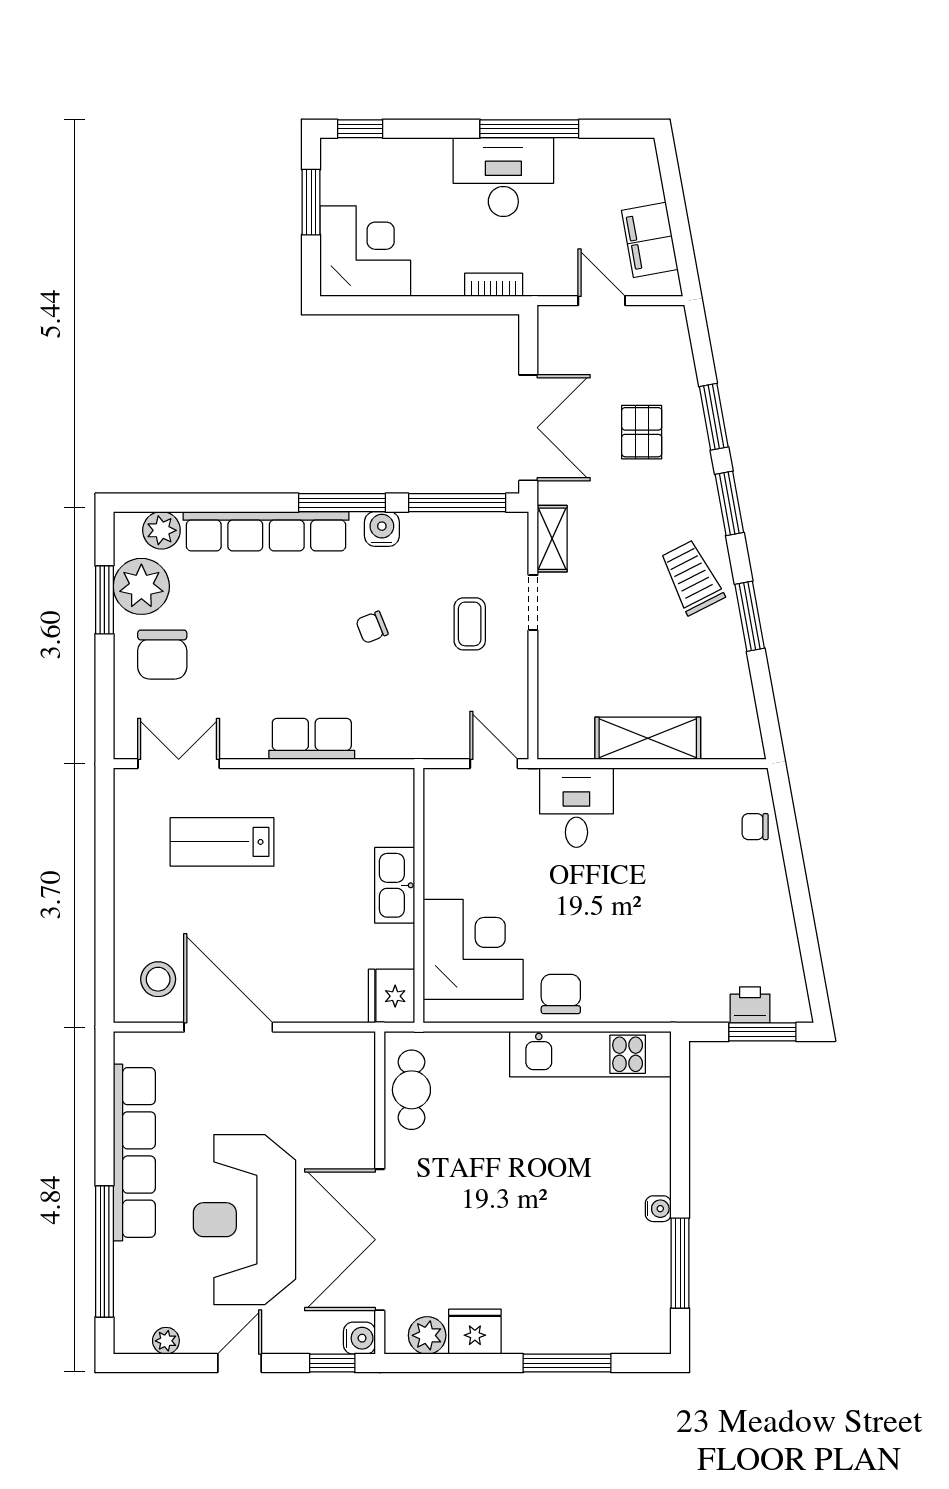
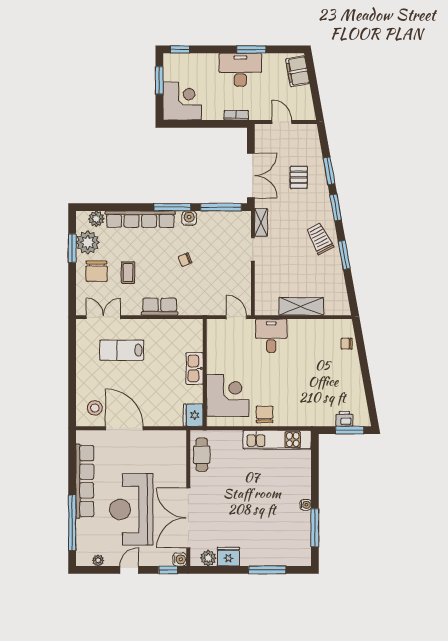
window: (529, 129) -> (251, 49), width x0.69
filing cabinet: (650, 240) -> (298, 71), moved
coffee table: (470, 624) -> (128, 273), moved

